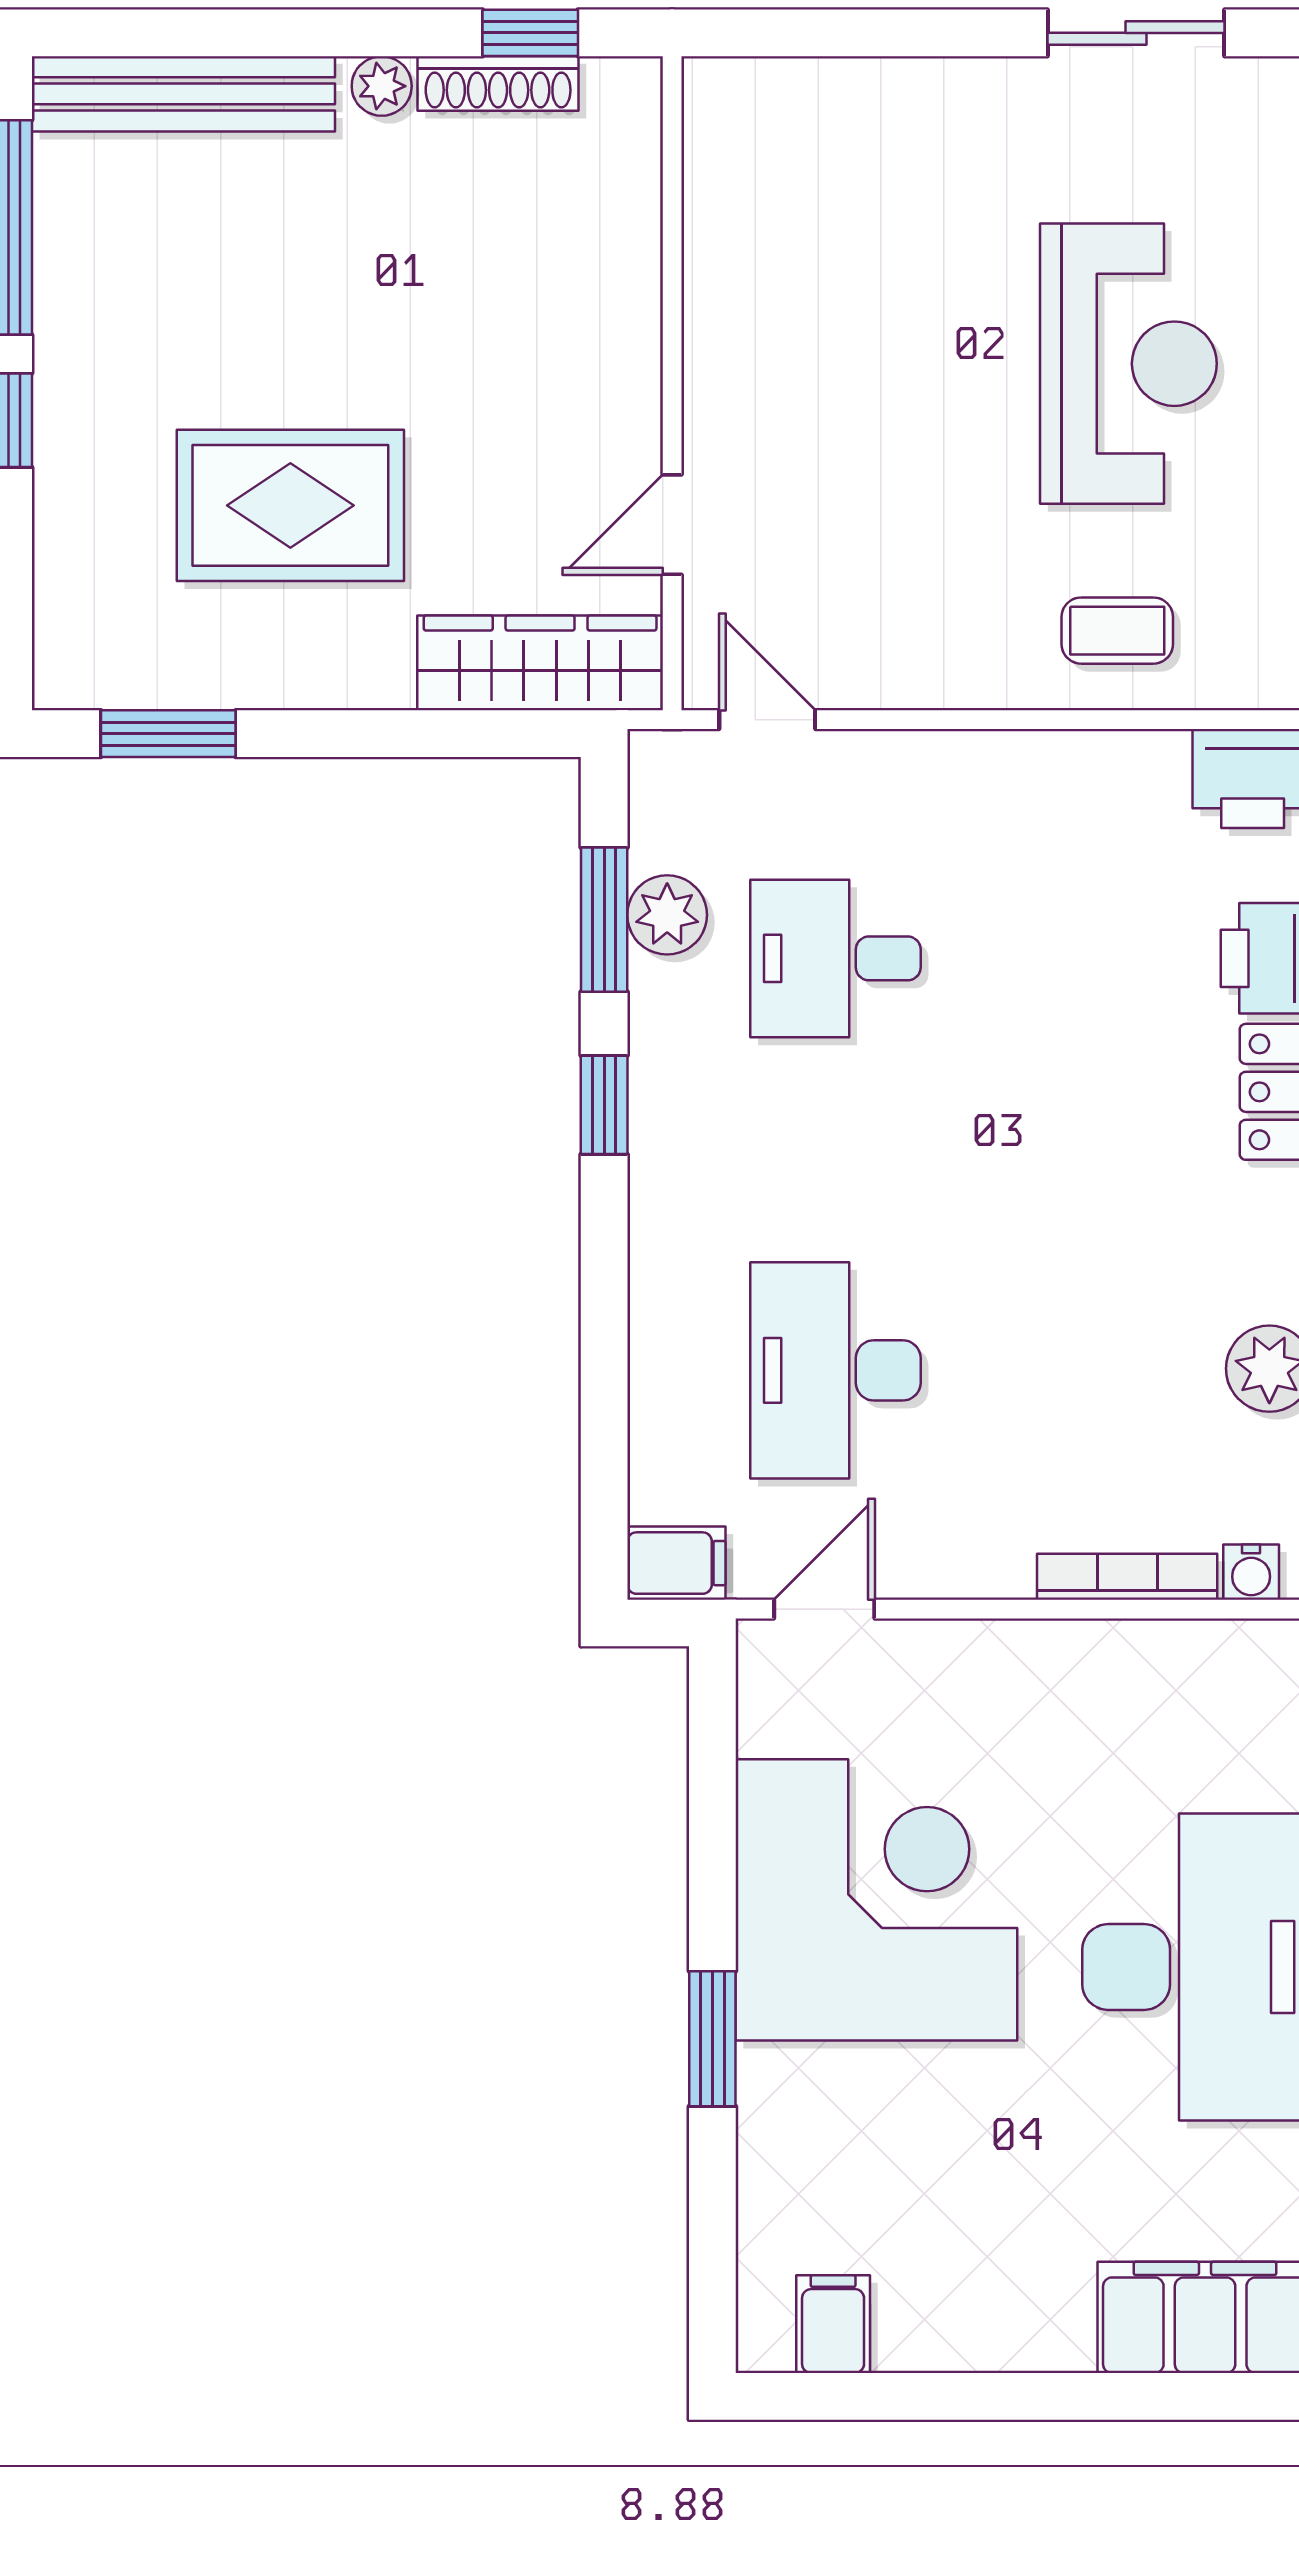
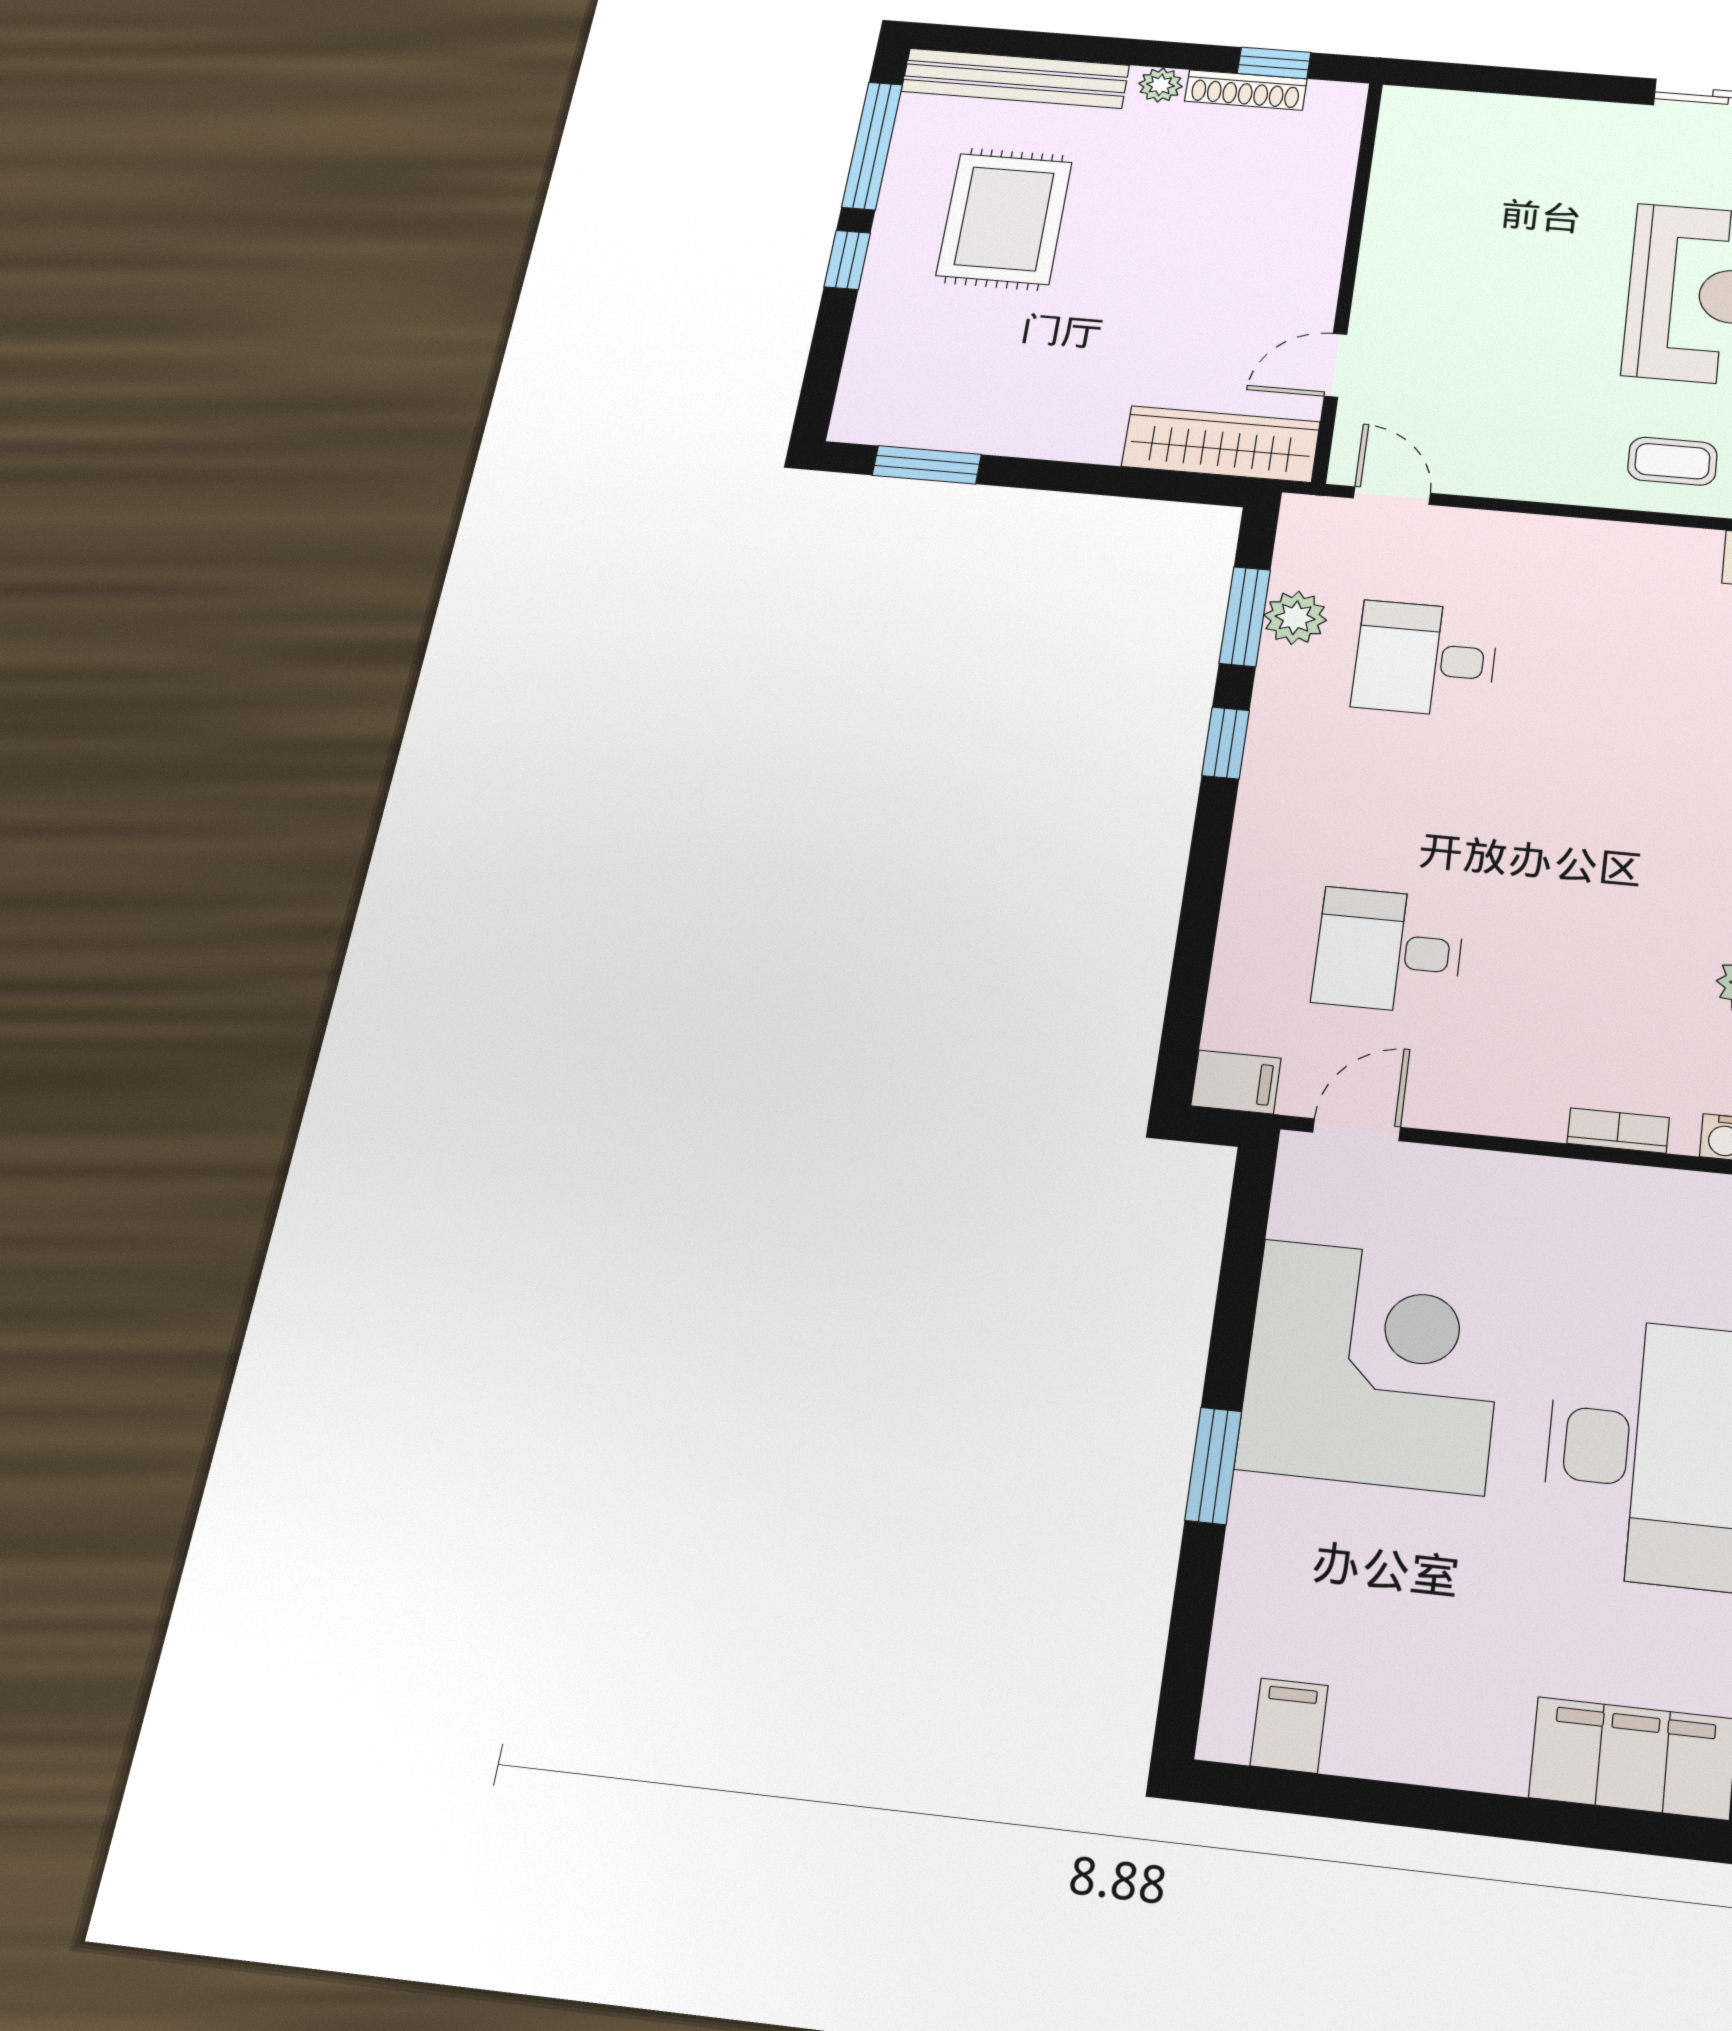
rug: (290, 505) -> (1004, 219), moved, turned 90
desk: (836, 1370) -> (1389, 951), width x0.73
bookcase: (1127, 1577) -> (1618, 1131), width x0.64

